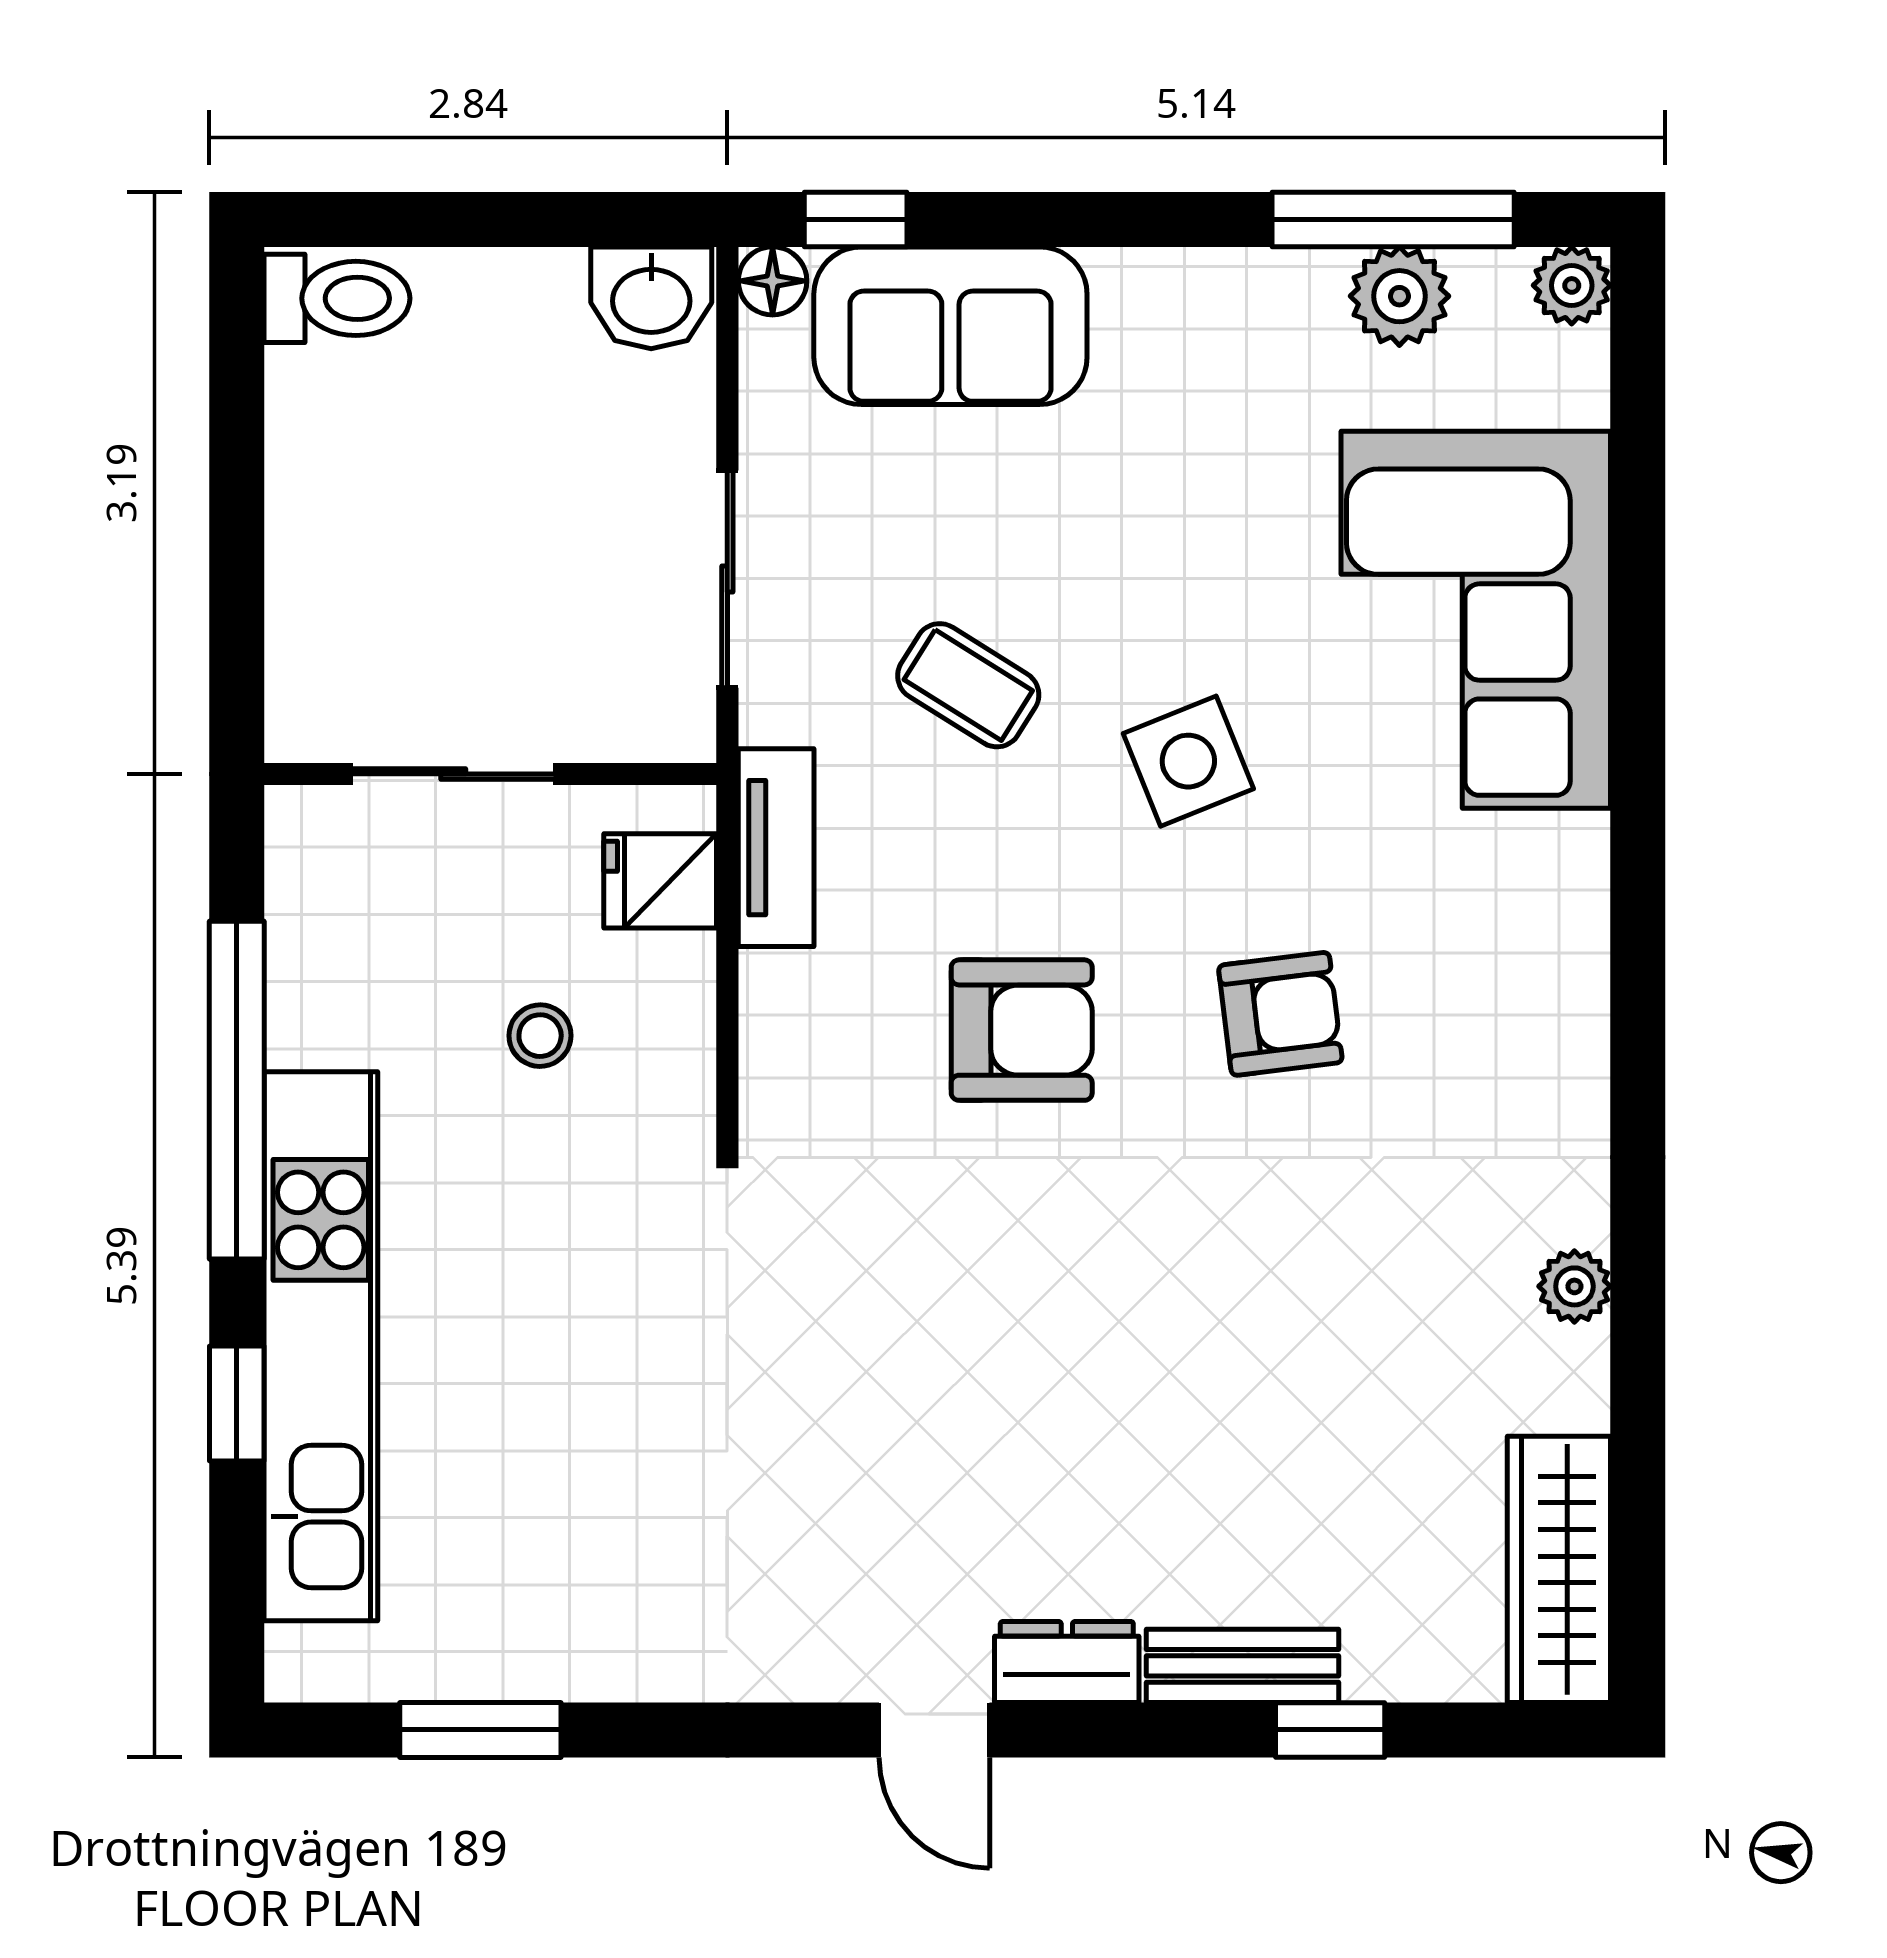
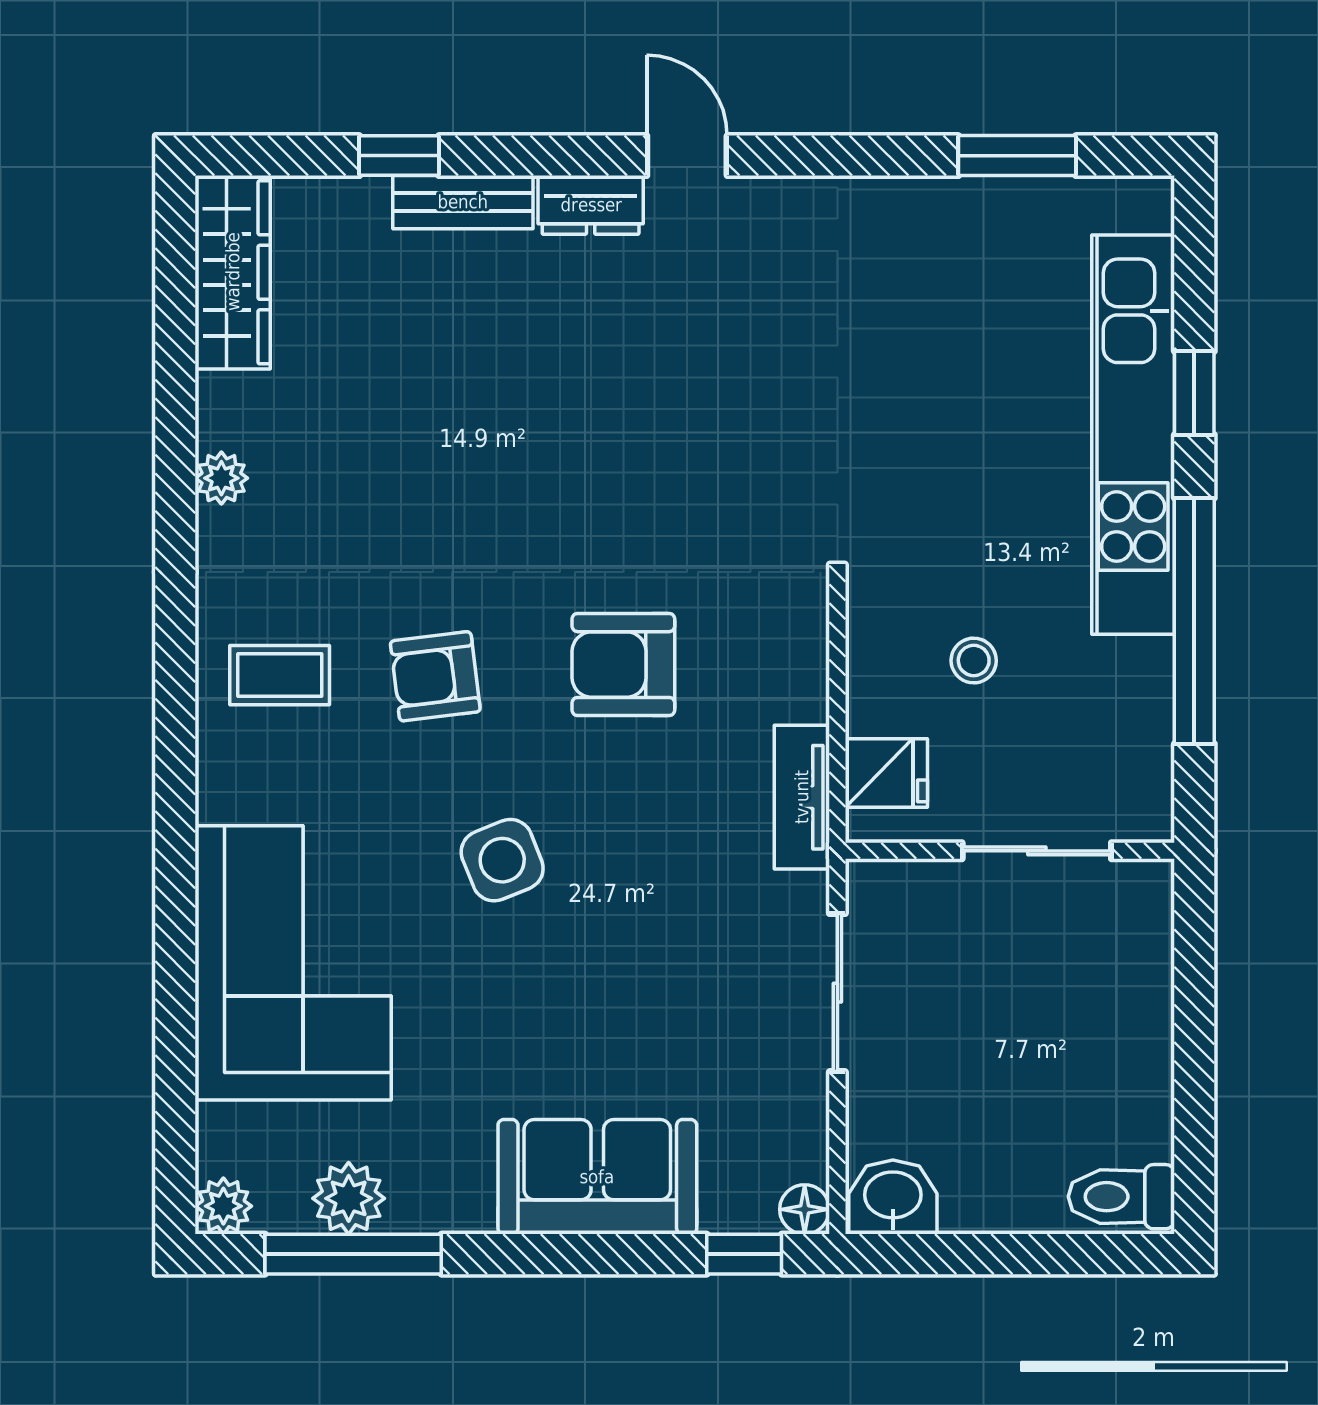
sofa: (950, 326) -> (597, 1177), moved
coffee table: (968, 685) -> (280, 675), moved, turned -32

